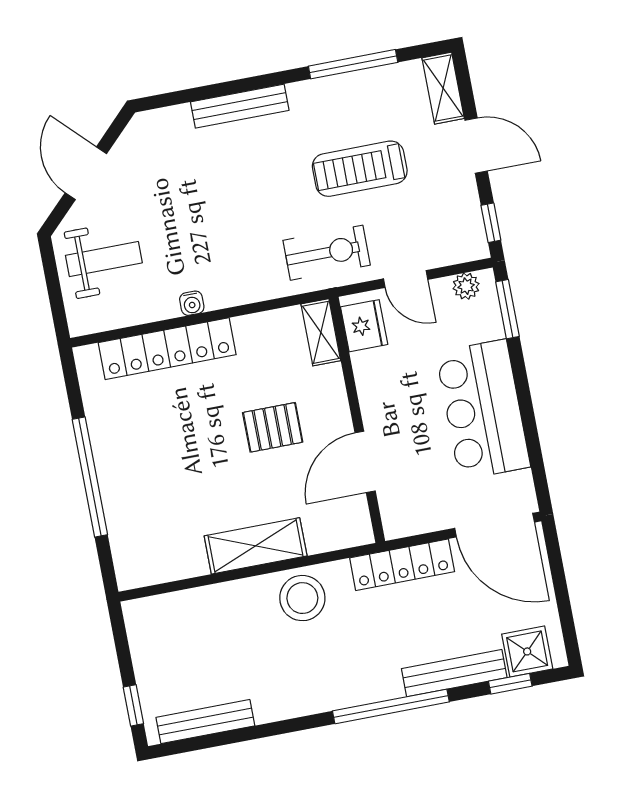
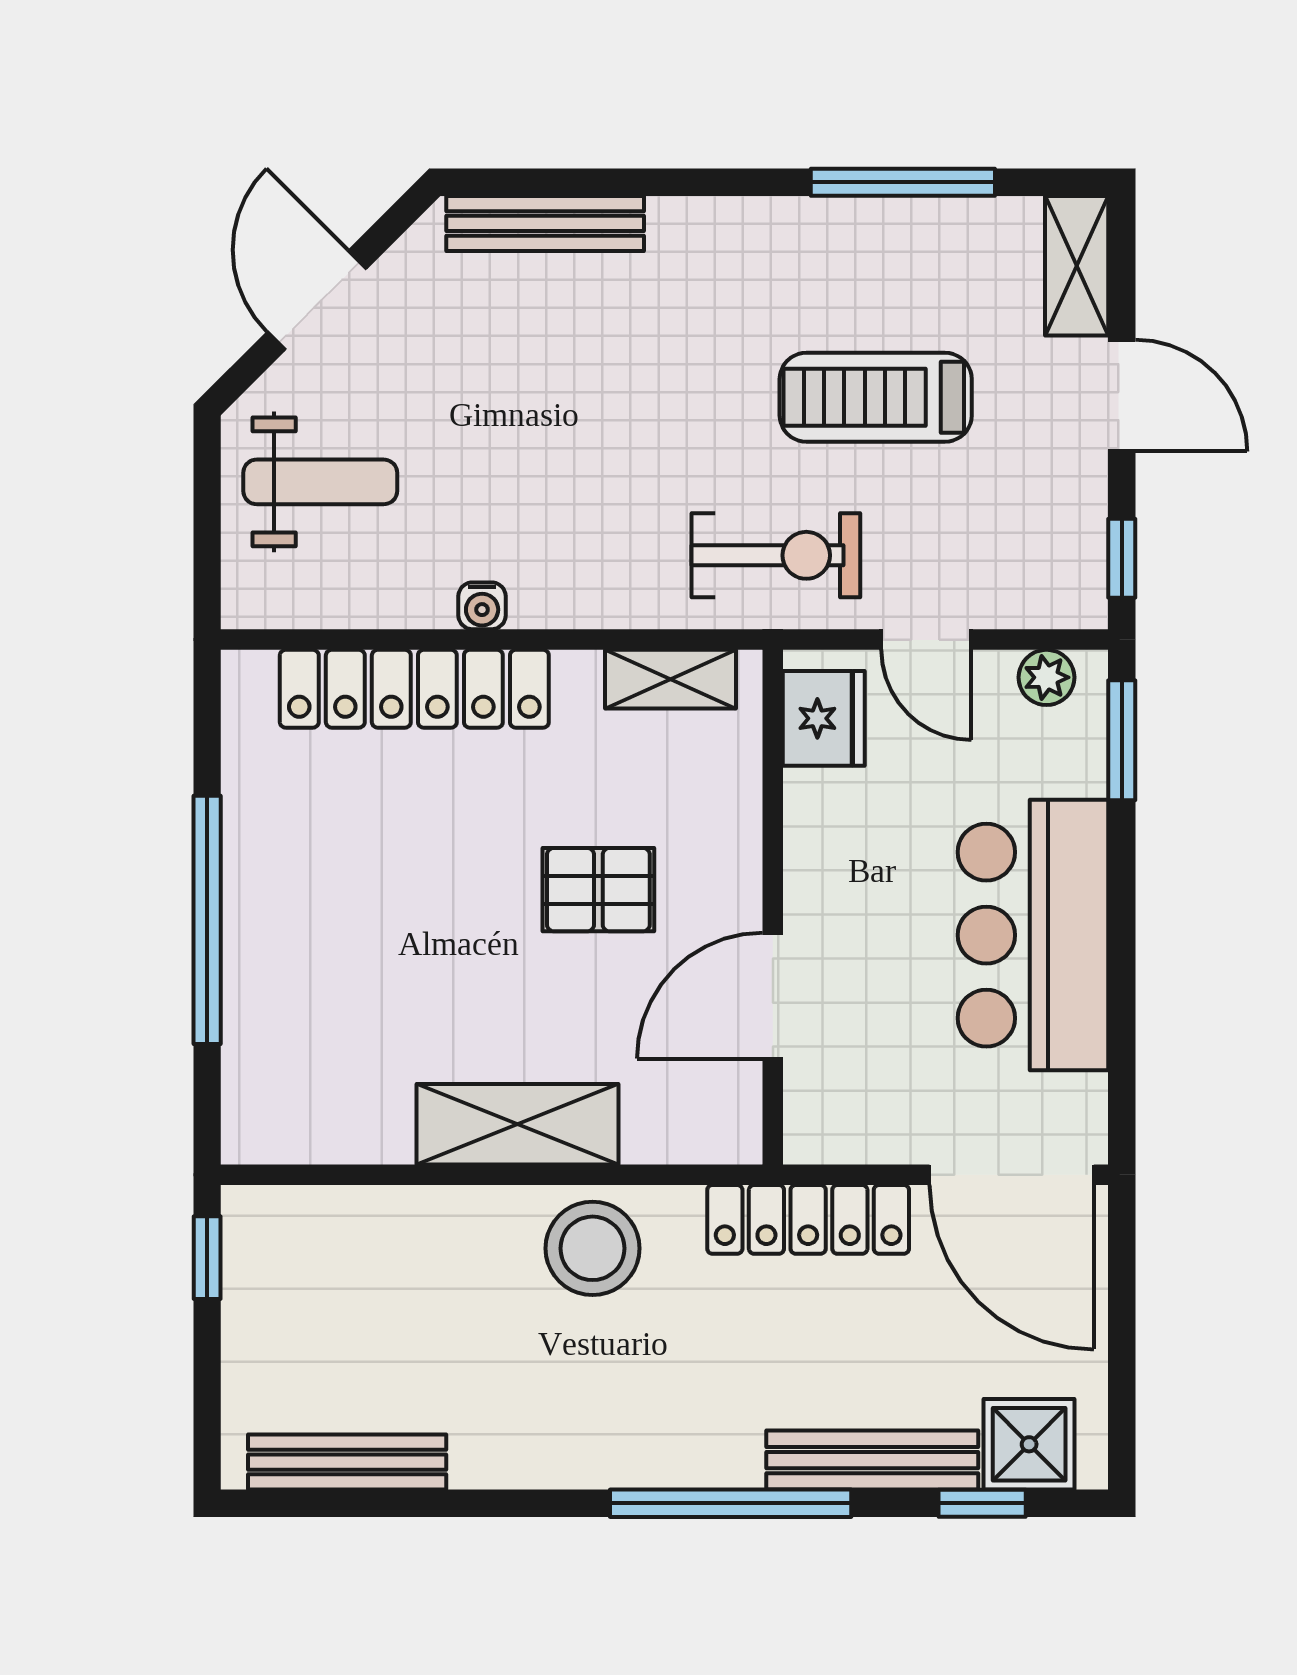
bench: (240, 106) -> (545, 223), moved
shelving: (321, 332) -> (671, 679), moved, turned 90
window: (133, 705) -> (207, 1258), moved

